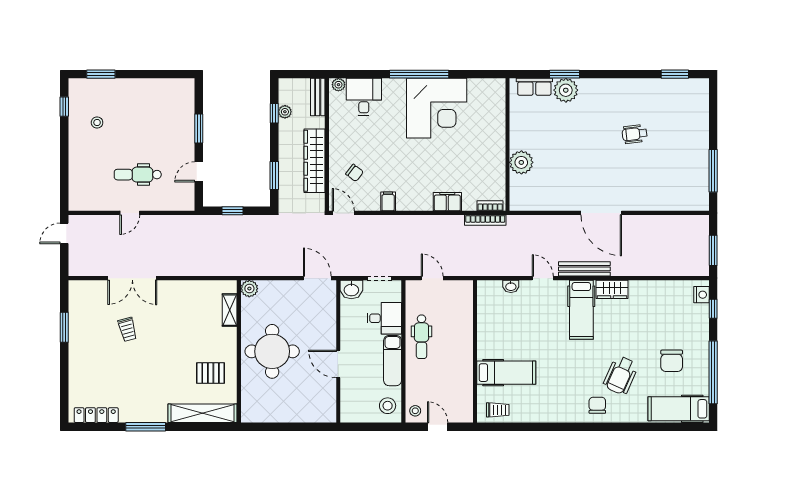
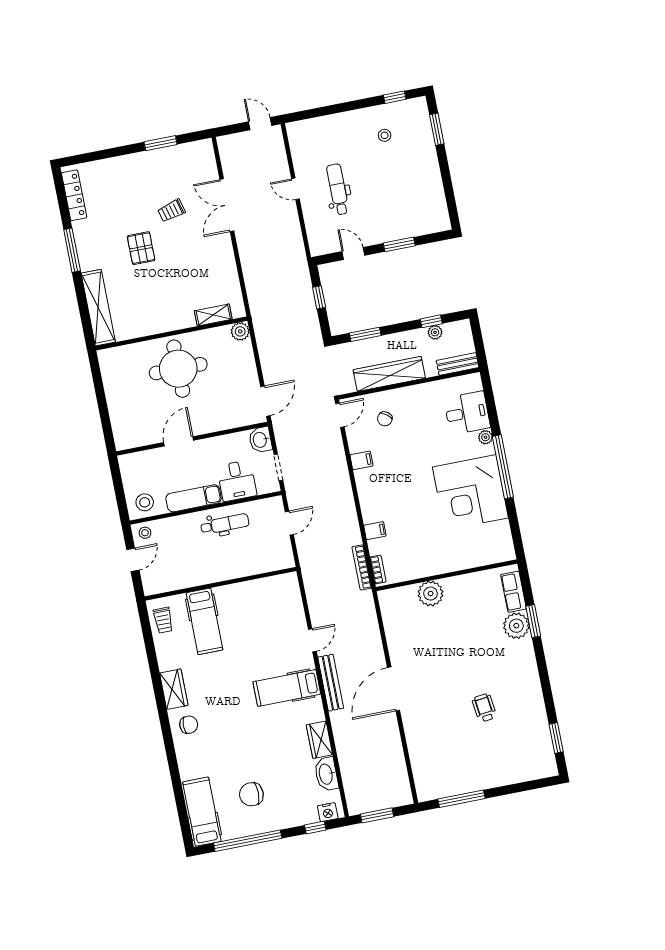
plant: (338, 85) -> (485, 437), moved
filing cabinet: (447, 202) -> (375, 531), width x0.50
washbasin: (511, 286) -> (326, 774), moved, width x1.91, depth x1.45
wardrobe: (612, 289) -> (319, 740), moved
dental chair: (422, 337) -> (225, 524), turned 180
pallet: (211, 373) -> (141, 248), moved
wheelchair: (621, 375) -> (226, 743), removed
wardrobe: (562, 413) -> (174, 689), added

